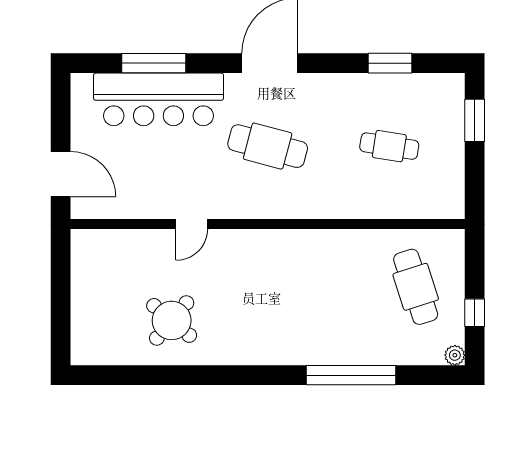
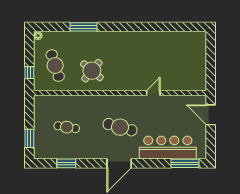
window: (154, 63) -> (185, 163), moved
window: (475, 313) -> (29, 73), moved
round table: (172, 320) -> (92, 71), moved
window: (351, 375) -> (83, 27), width x0.68

